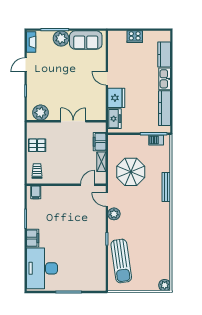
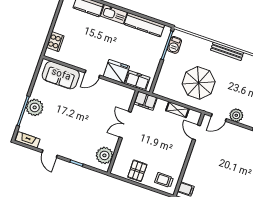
cooker: (135, 37) -> (55, 42), moved
sofa: (86, 40) -> (61, 75), moved, turned 90
filing cabinet: (100, 142) -> (145, 101), moved

